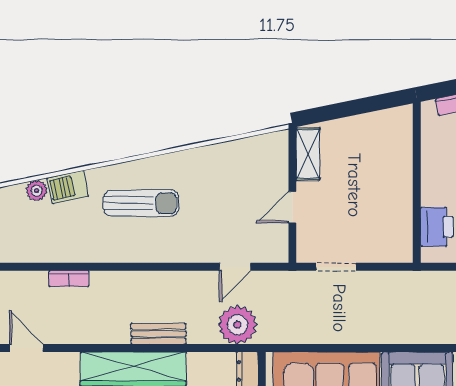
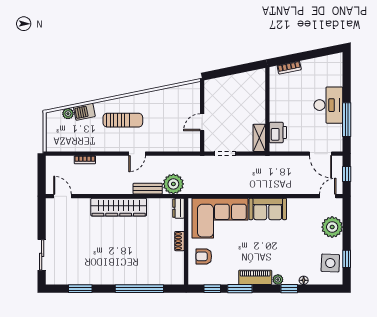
shelving: (308, 154) -> (259, 138), moved
door: (235, 267) -> (137, 154), moved
bench: (158, 334) -> (148, 189), moved

